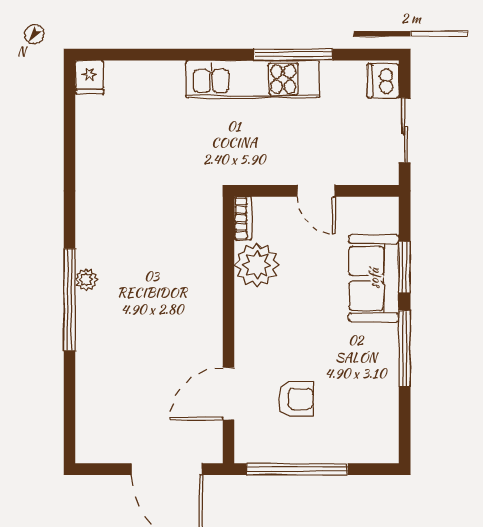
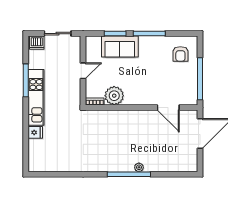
fridge: (89, 77) -> (35, 132), moved
plant: (86, 280) -> (139, 167), moved
armchair: (296, 399) -> (180, 54), moved, turned 180

